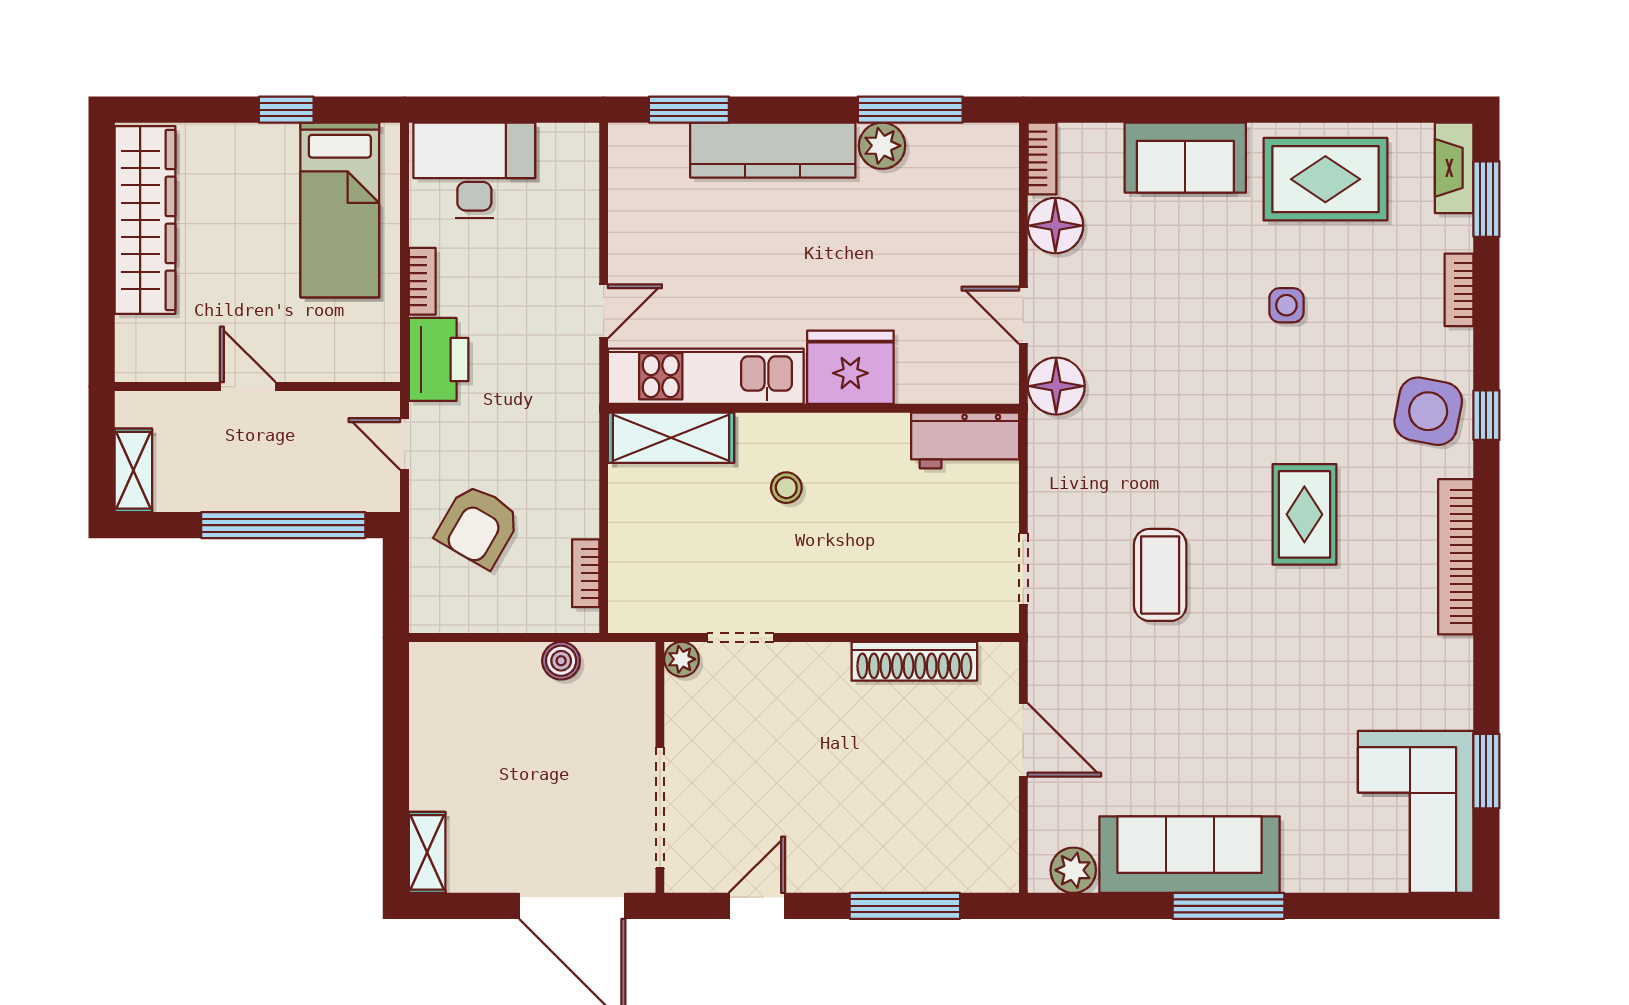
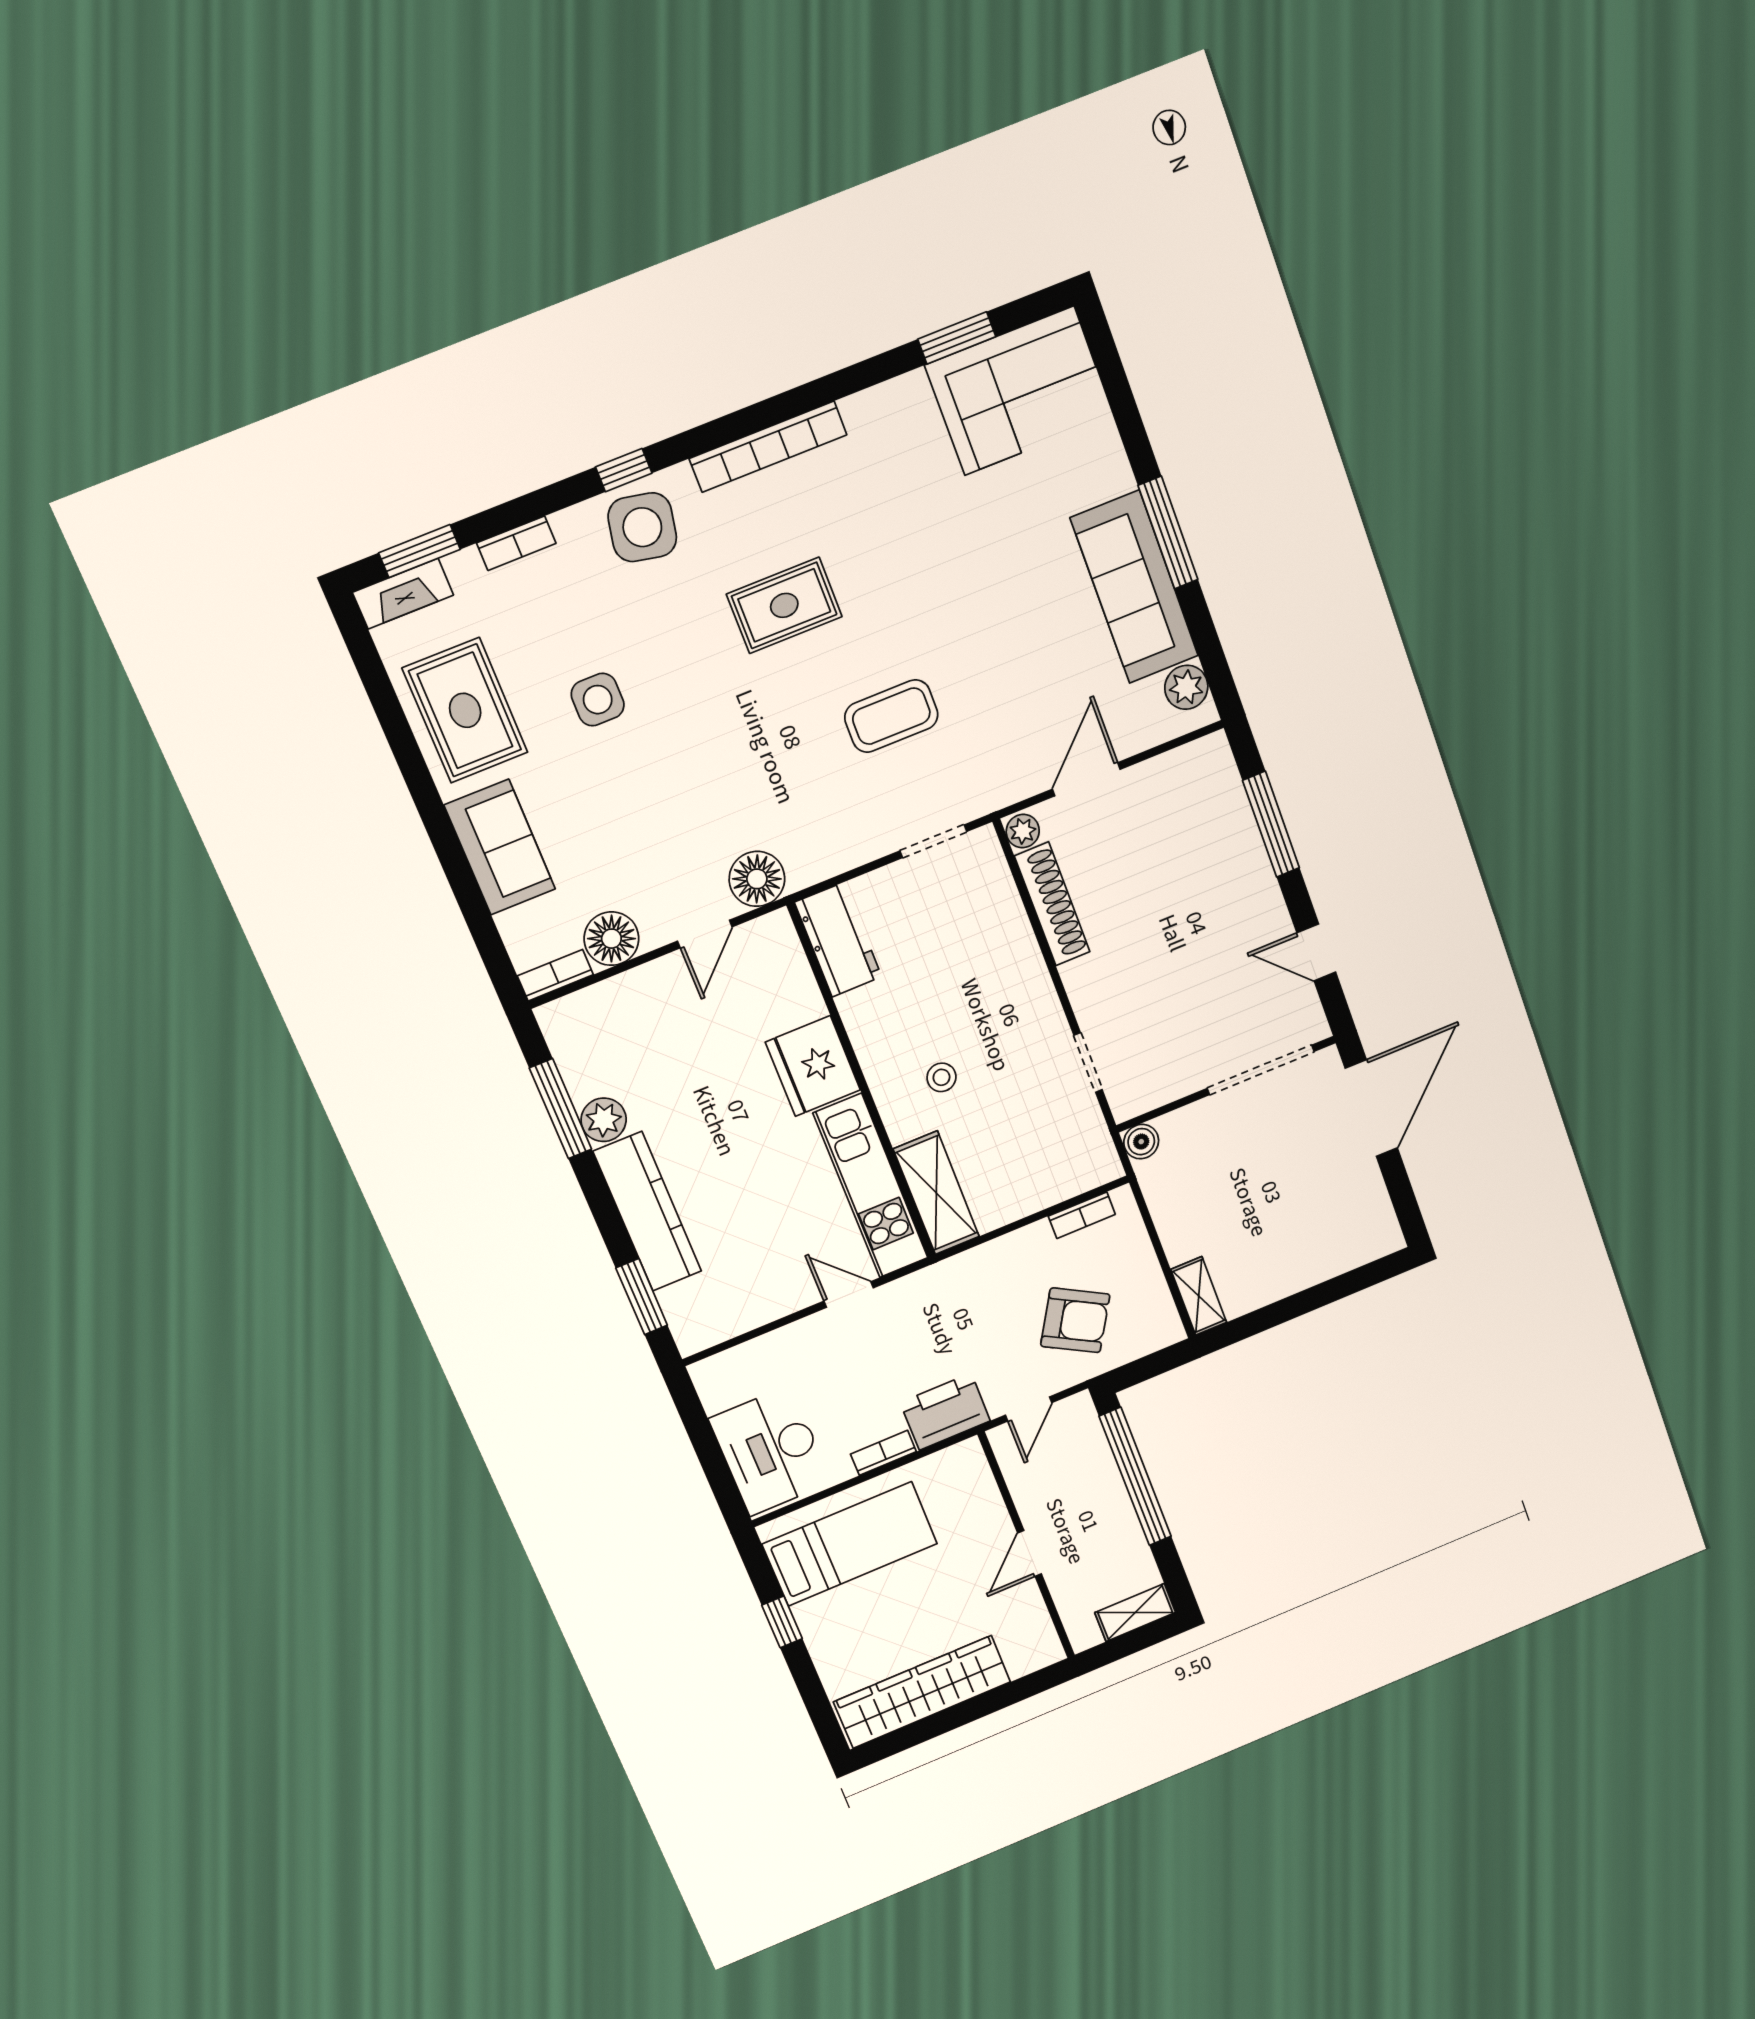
side table: (1286, 305) -> (598, 700), width x1.37, depth x1.37
plant: (682, 659) -> (1023, 831), moved
boiler: (561, 661) -> (1141, 1142), moved
shelving: (427, 852) -> (1199, 1296), moved, turned 90

